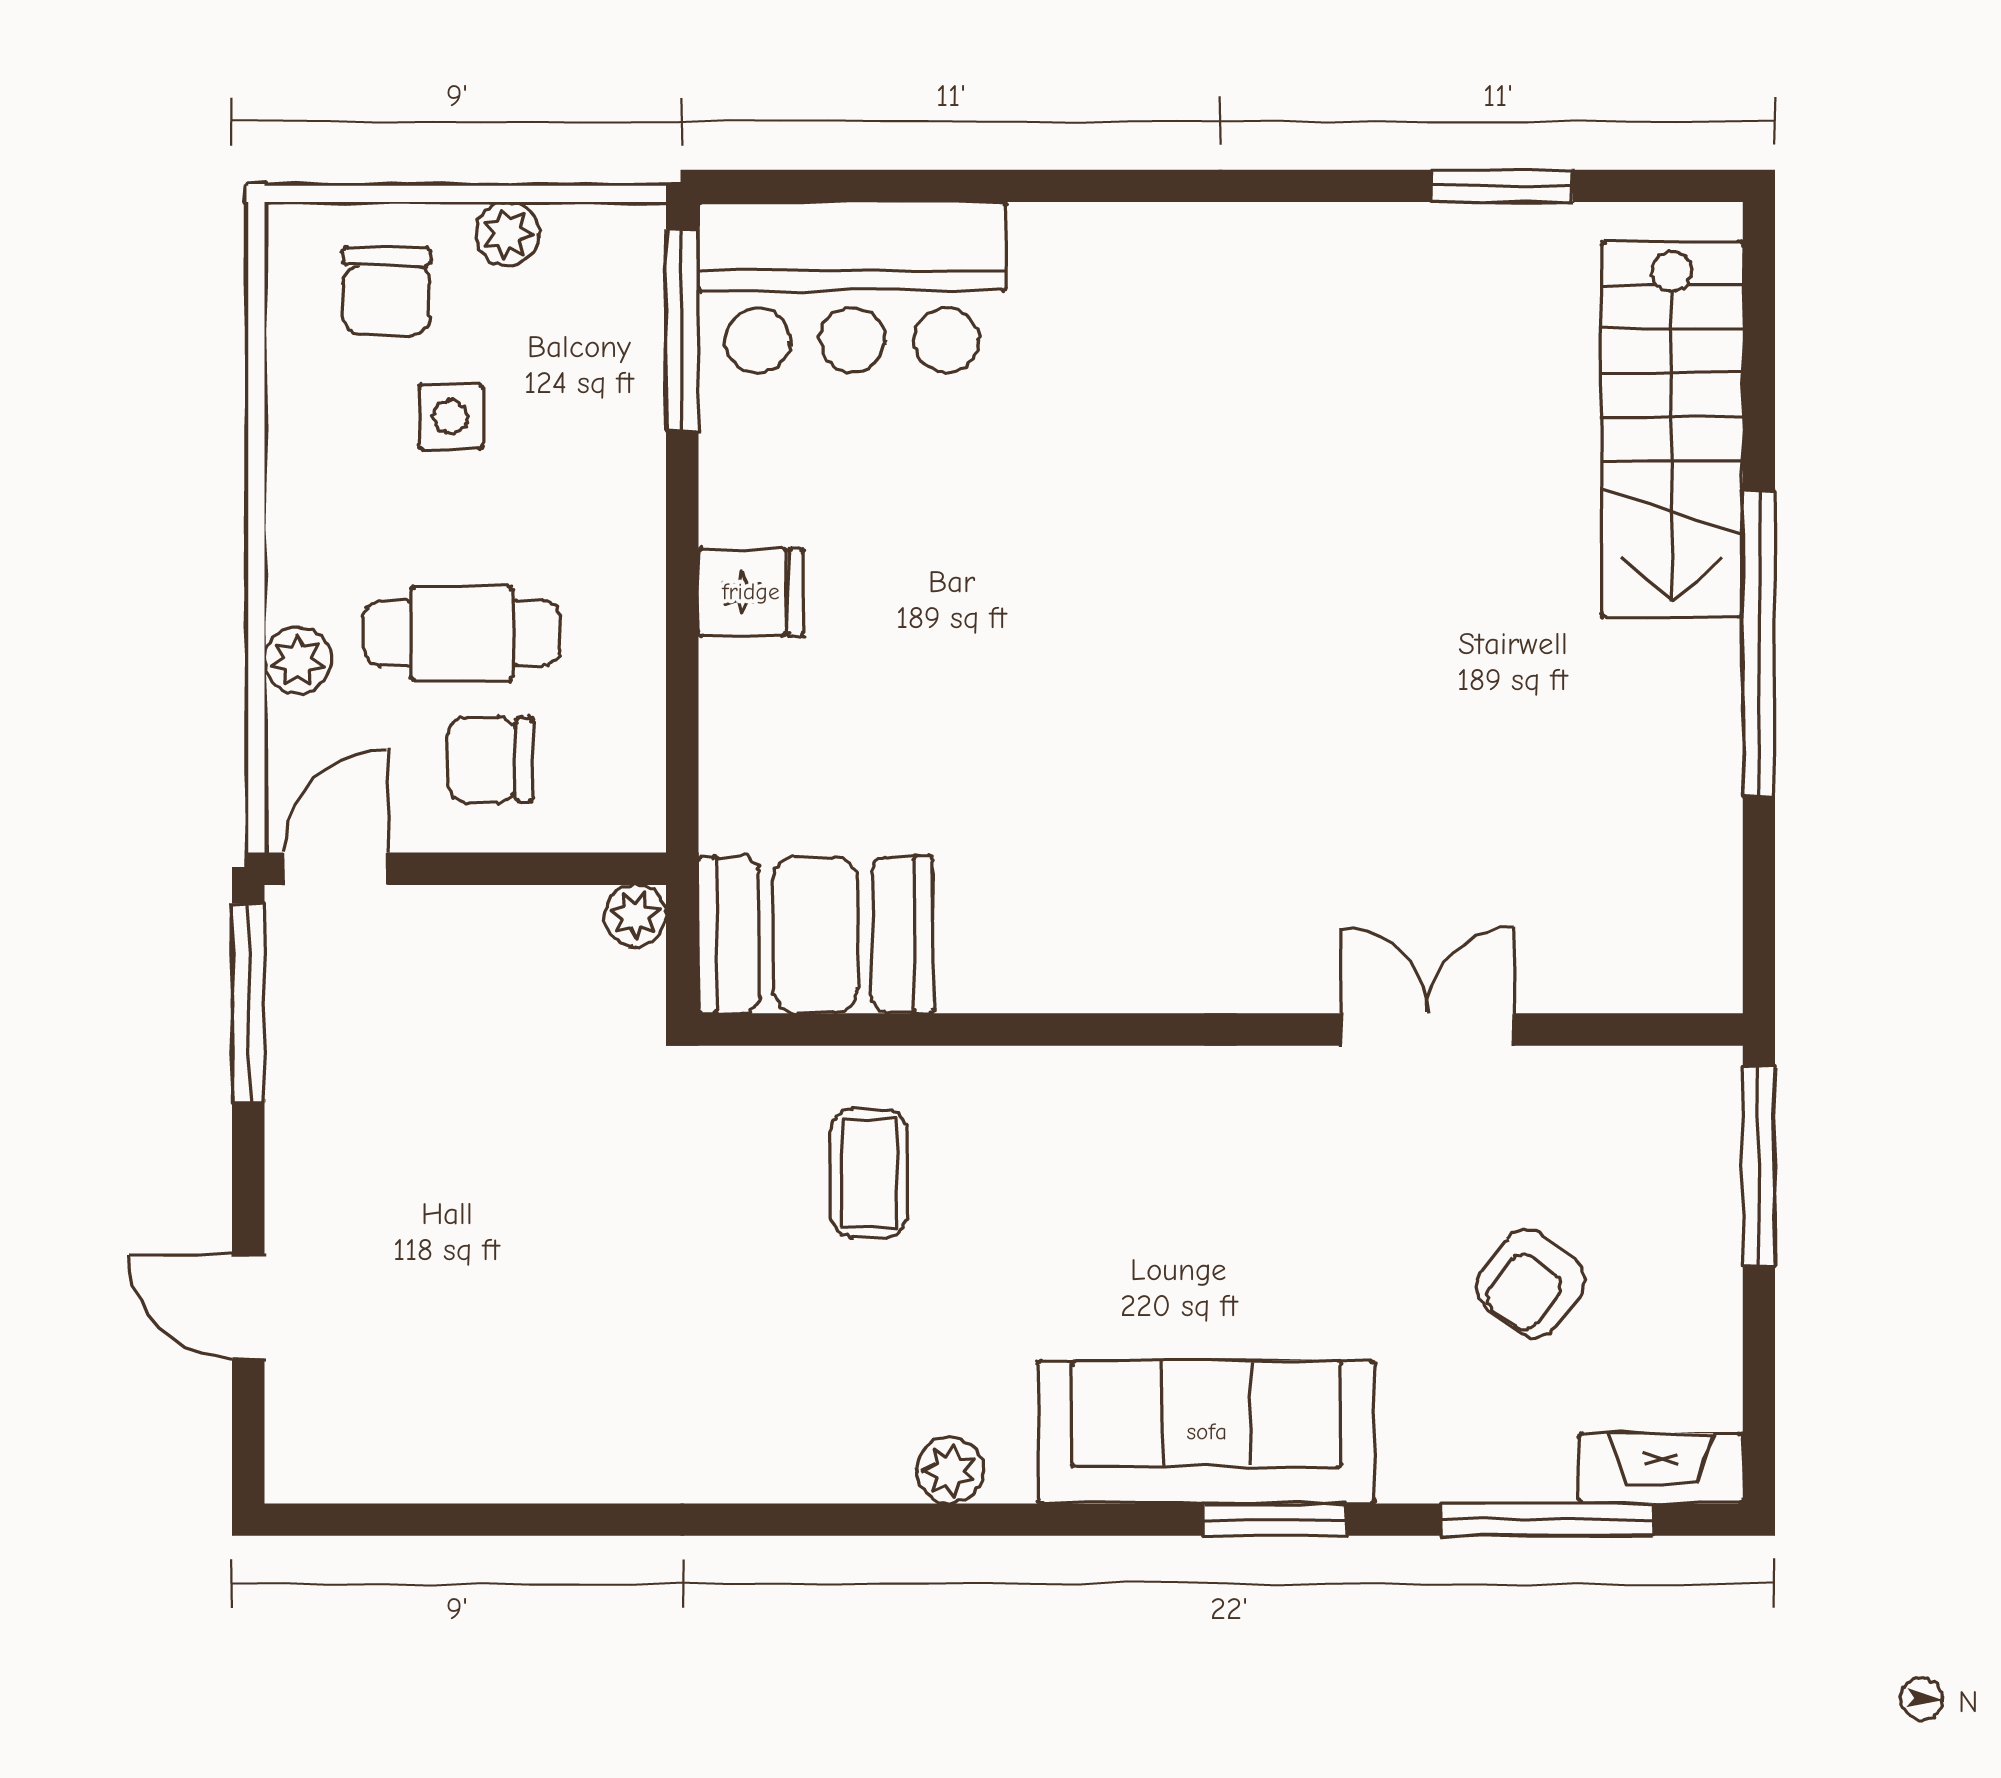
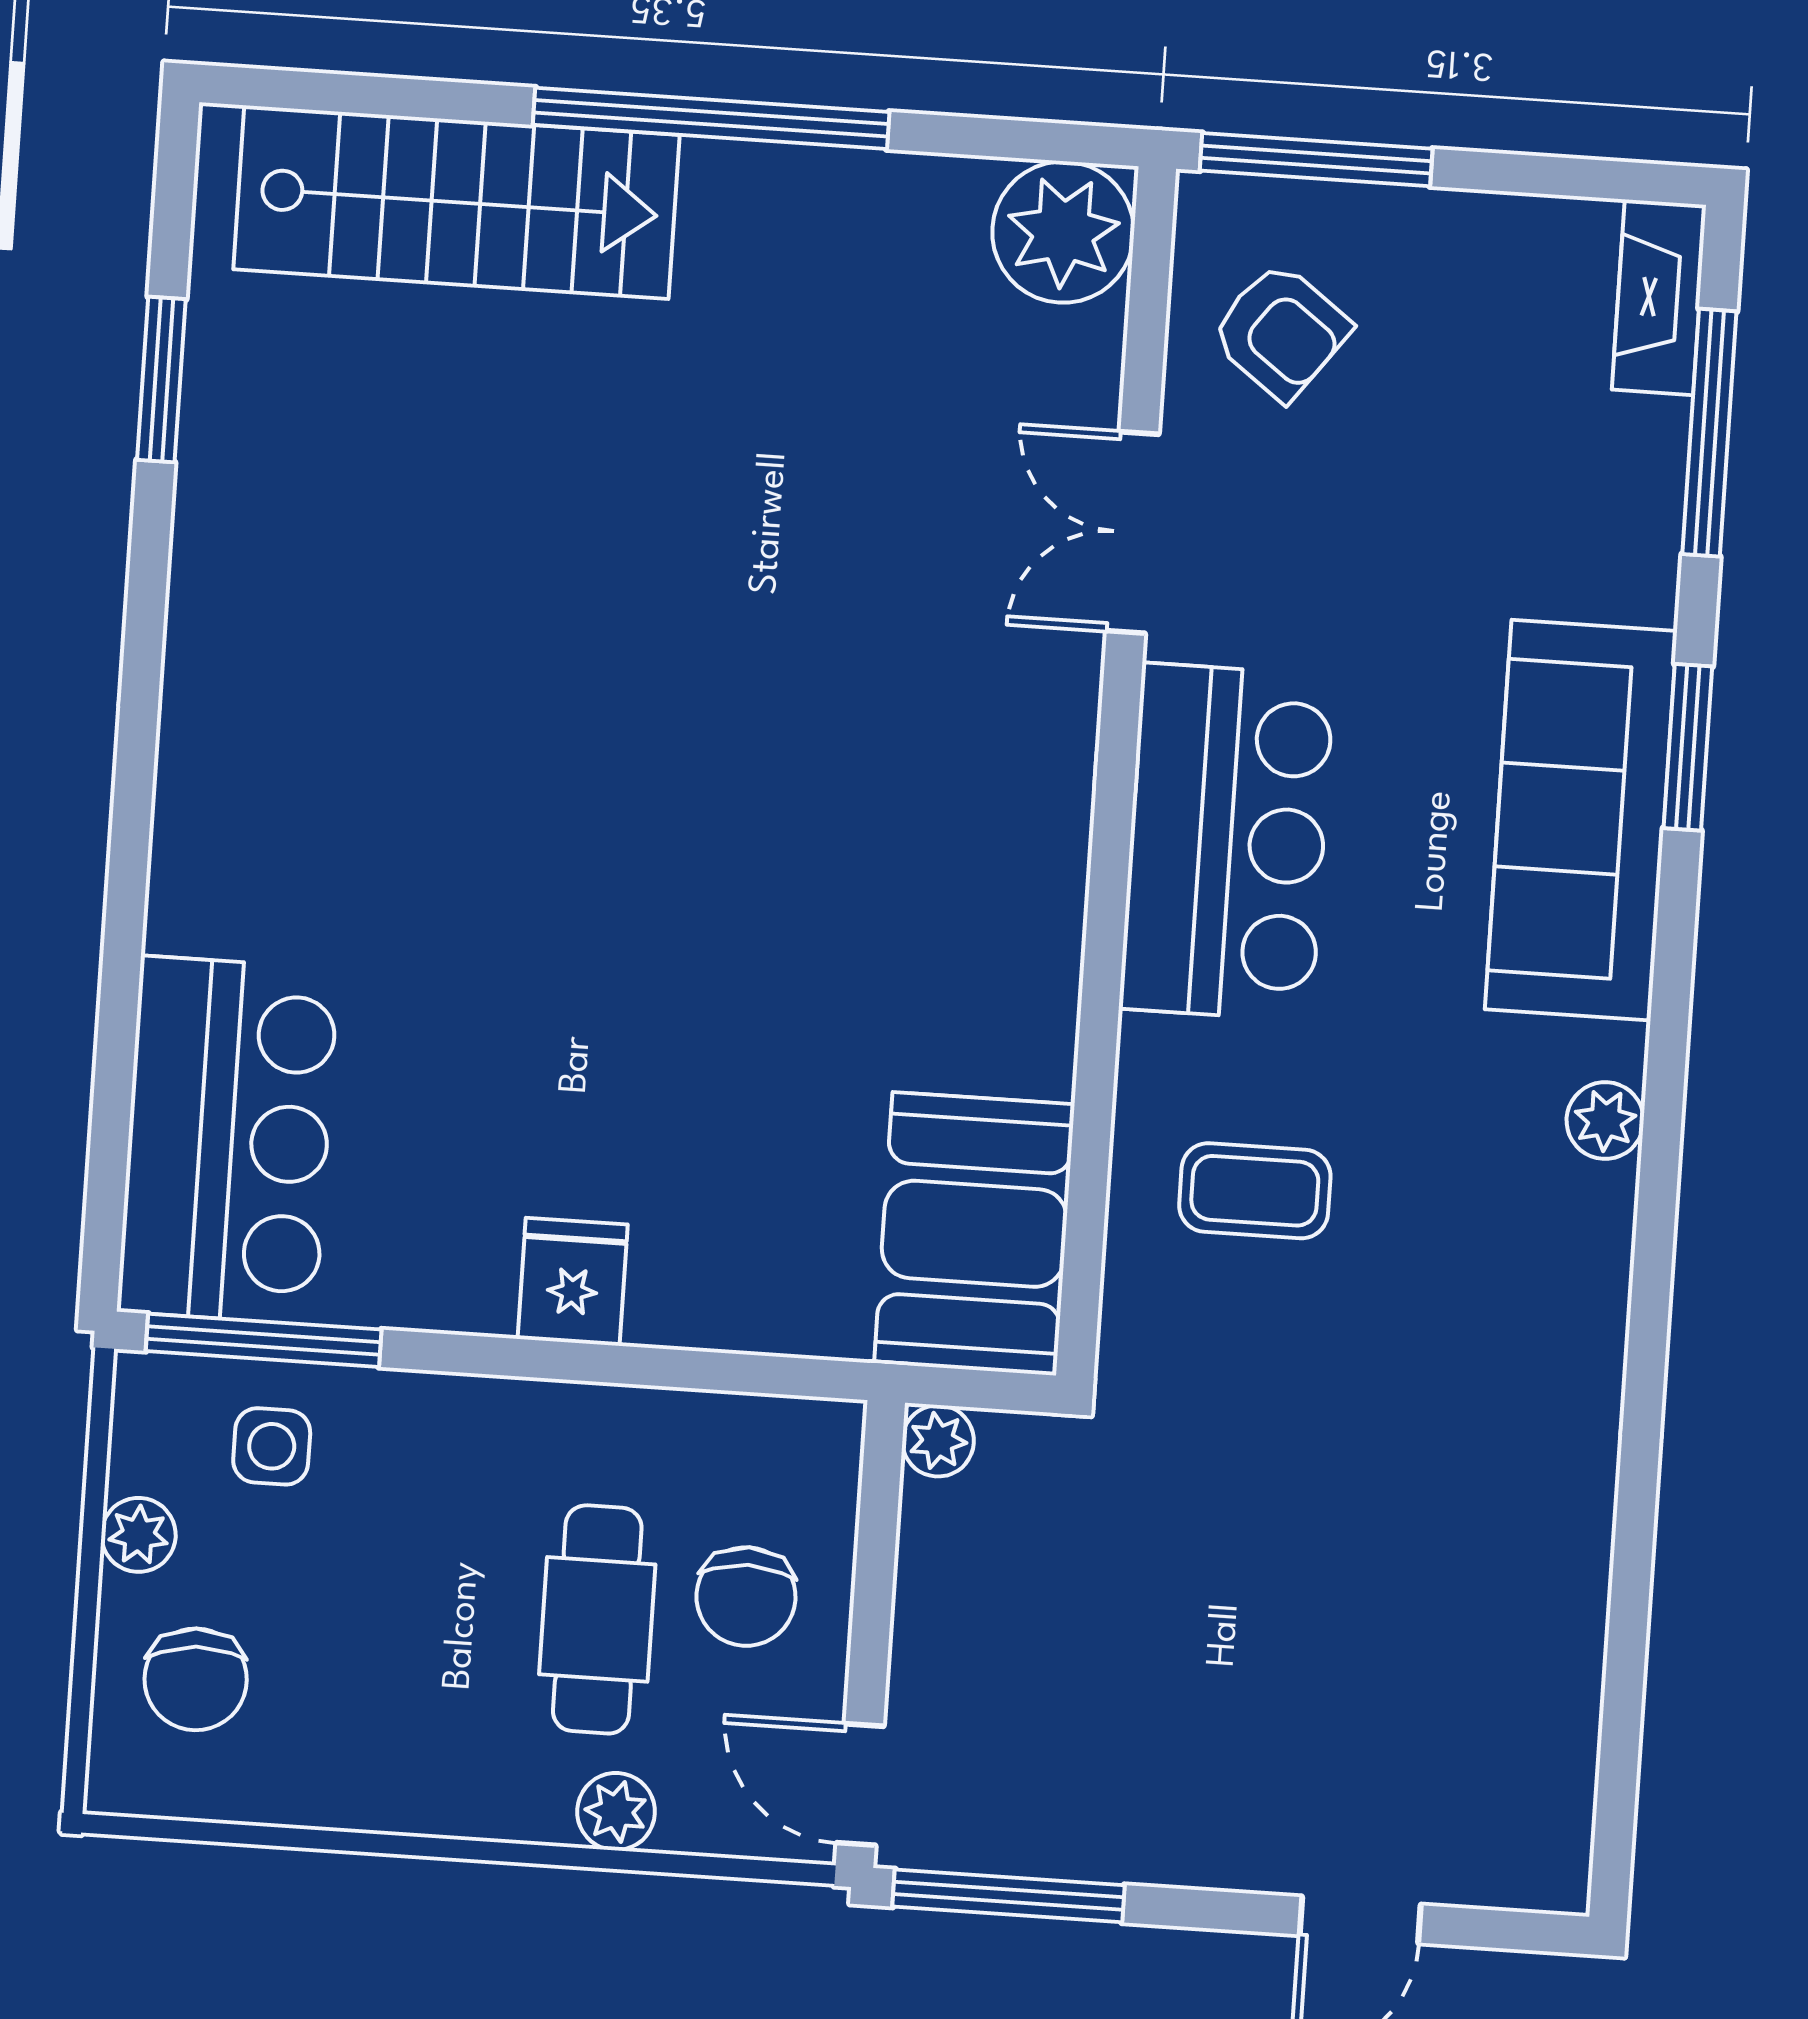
chair: (387, 291) -> (196, 1679), turned 87
side table: (451, 417) -> (272, 1446), moved
plant: (1682, 952) -> (1063, 232), added
bar counter: (1167, 1129) -> (1227, 842), added
armchair: (1531, 1283) -> (1281, 331), moved

